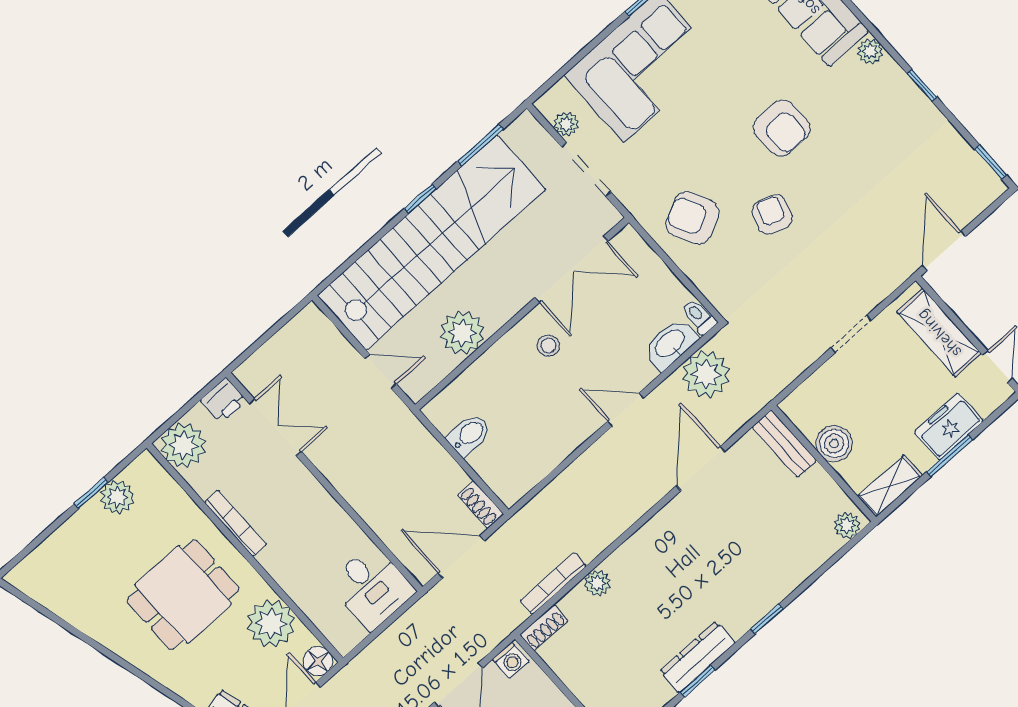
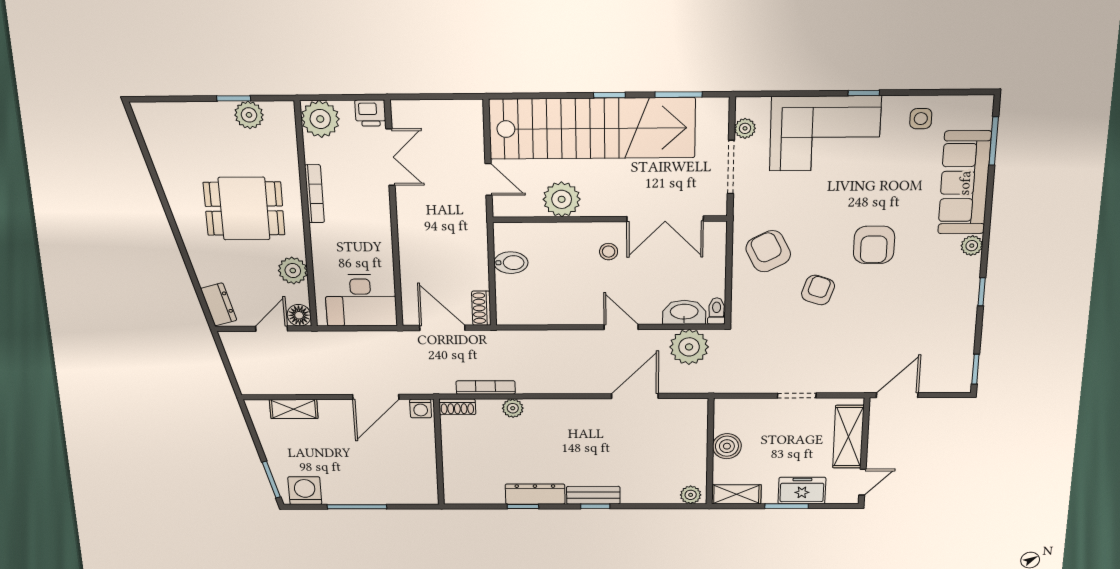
bench: (784, 444) -> (593, 495), moved, turned 90
desk: (372, 587) -> (361, 300), width x1.37
plant: (271, 623) -> (293, 271), width x0.73, depth x0.73

